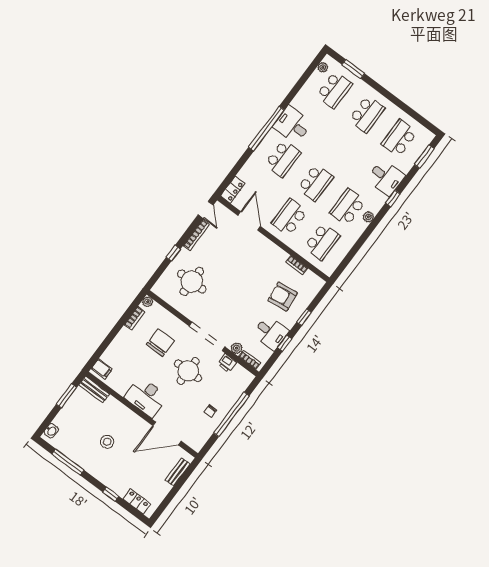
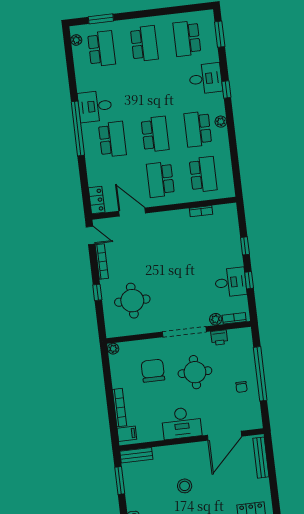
armchair: (283, 297) -> (213, 246), removed
bookcase: (135, 318) -> (120, 408), moved, width x1.56
bench: (178, 472) -> (261, 458), width x1.36

